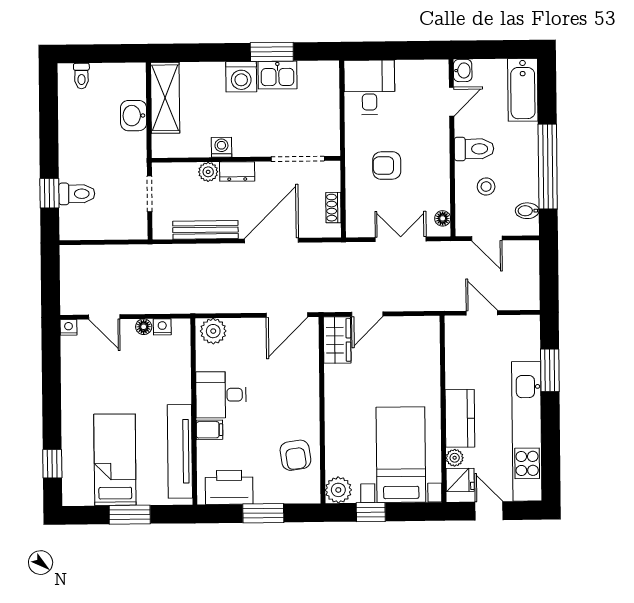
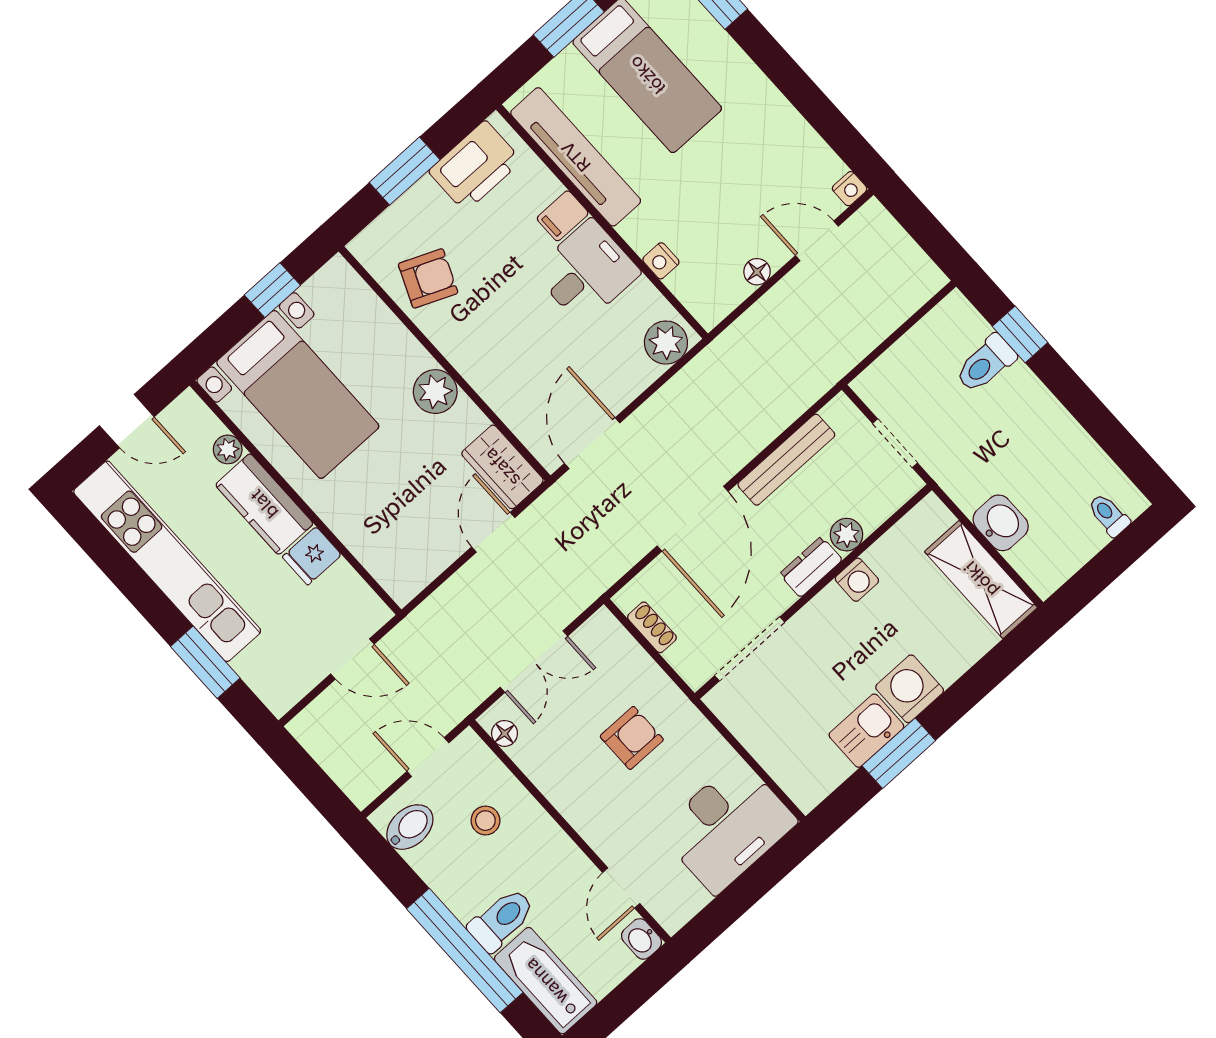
desk: (369, 87) -> (727, 826), width x1.37
toilet: (474, 149) -> (502, 920), moved, turned 180
window: (548, 167) -> (465, 951), moved
bidet: (527, 211) -> (410, 827), width x1.38, depth x1.36
nightstand: (162, 327) -> (661, 261), moved, turned 90
armchair: (295, 455) -> (428, 278), turned 121
fridge: (460, 480) -> (312, 556), moved
plant: (338, 490) -> (435, 392), moved

